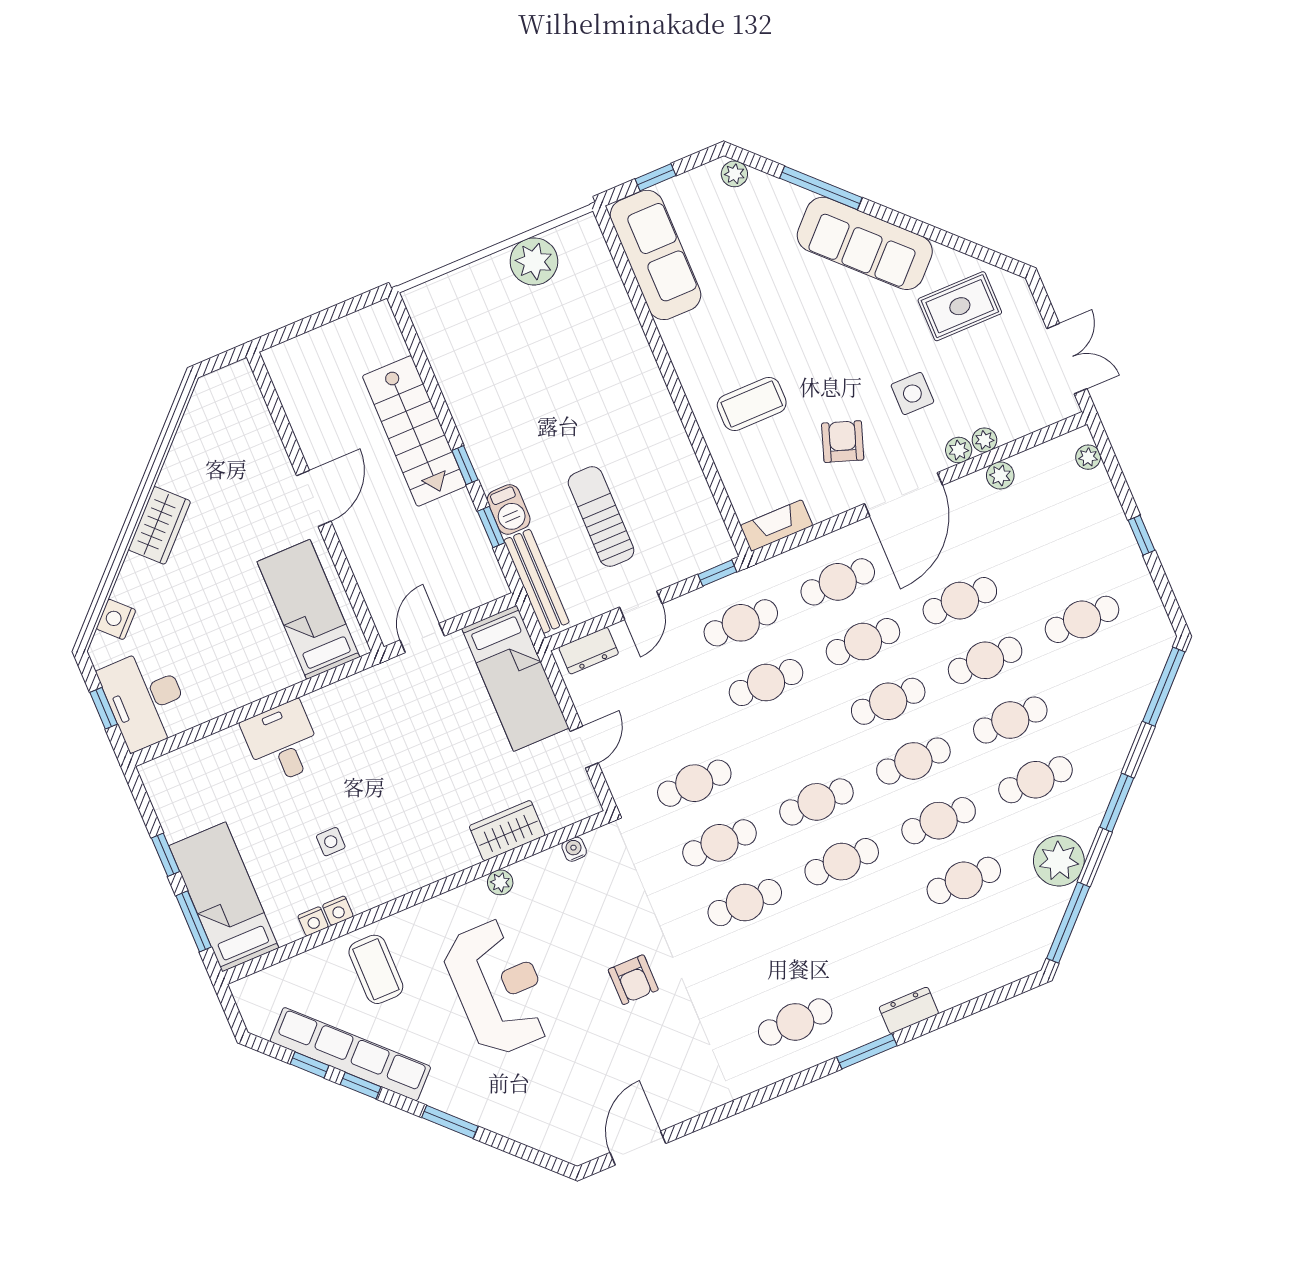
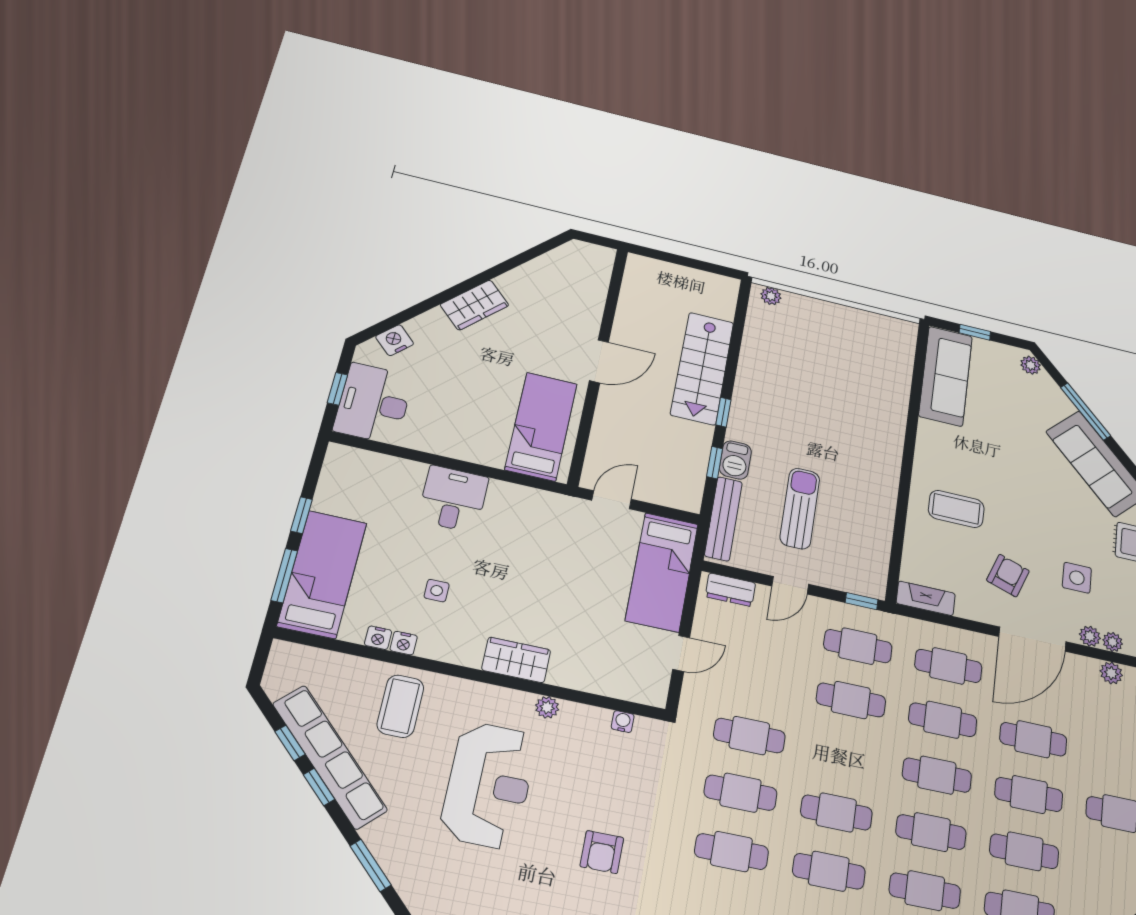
plant: (534, 261) -> (771, 296), moved, width x0.53, depth x0.53
wardrobe: (507, 831) -> (516, 660), moved

